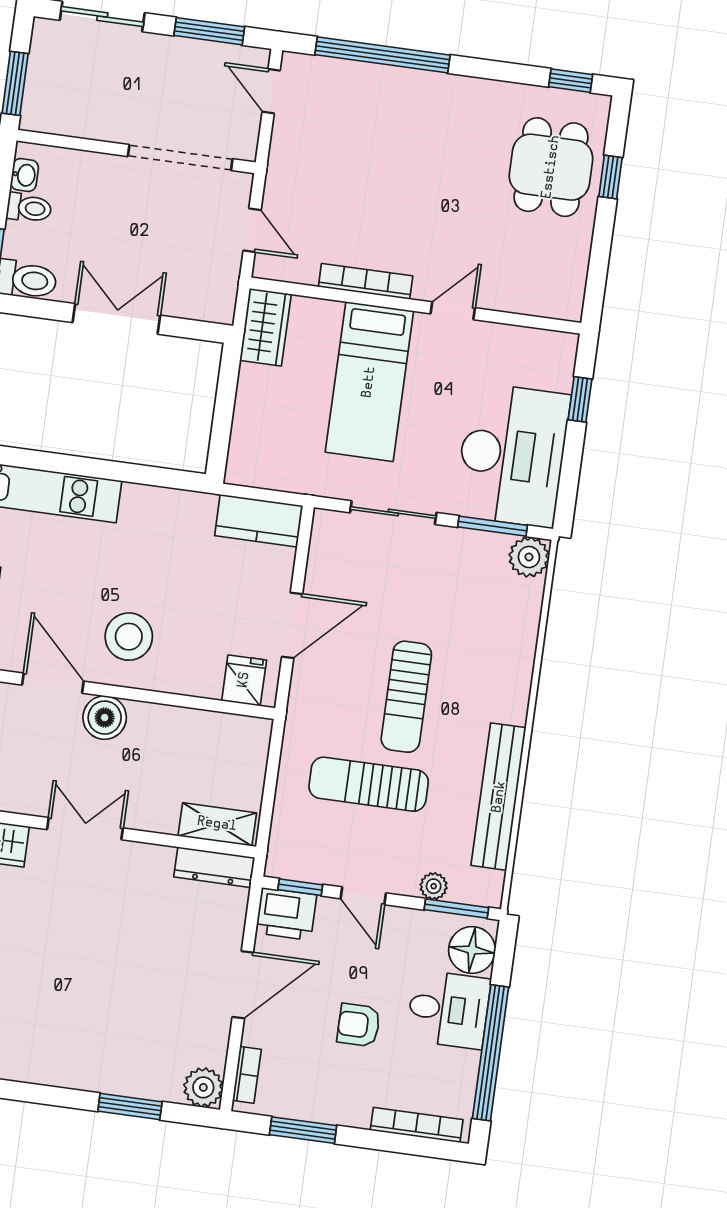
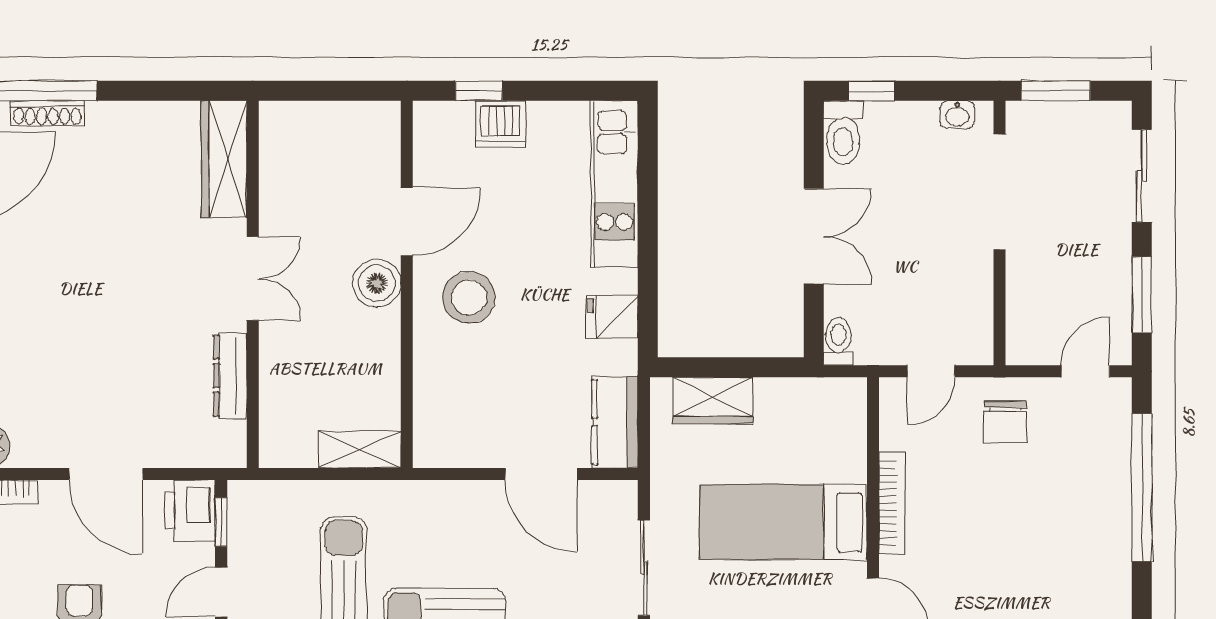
doorway: (180, 158) -> (1000, 192), moved
chair: (307, 170) -> (1005, 422), added
toilet: (29, 208) -> (838, 341), moved, turned 180
wardrobe: (266, 327) -> (713, 400), moved
door: (292, 625) -> (541, 474), moved
fridge: (244, 680) -> (612, 317), moved, turned 180
shelving: (217, 824) -> (360, 450), moved, turned 90
dresser: (214, 867) -> (230, 376), moved

